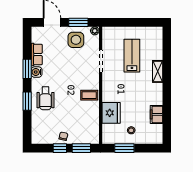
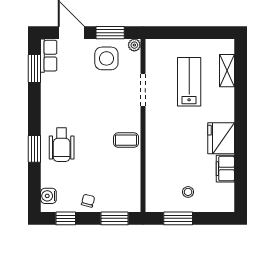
row of seats: (37, 55) -> (49, 56), moved
window: (27, 69) -> (34, 69), moved
shelving: (158, 71) -> (227, 71), moved
water cooler: (37, 72) -> (48, 196), moved
fridge: (111, 113) -> (221, 138), moved, turned 180
window: (60, 148) -> (66, 218), moved

